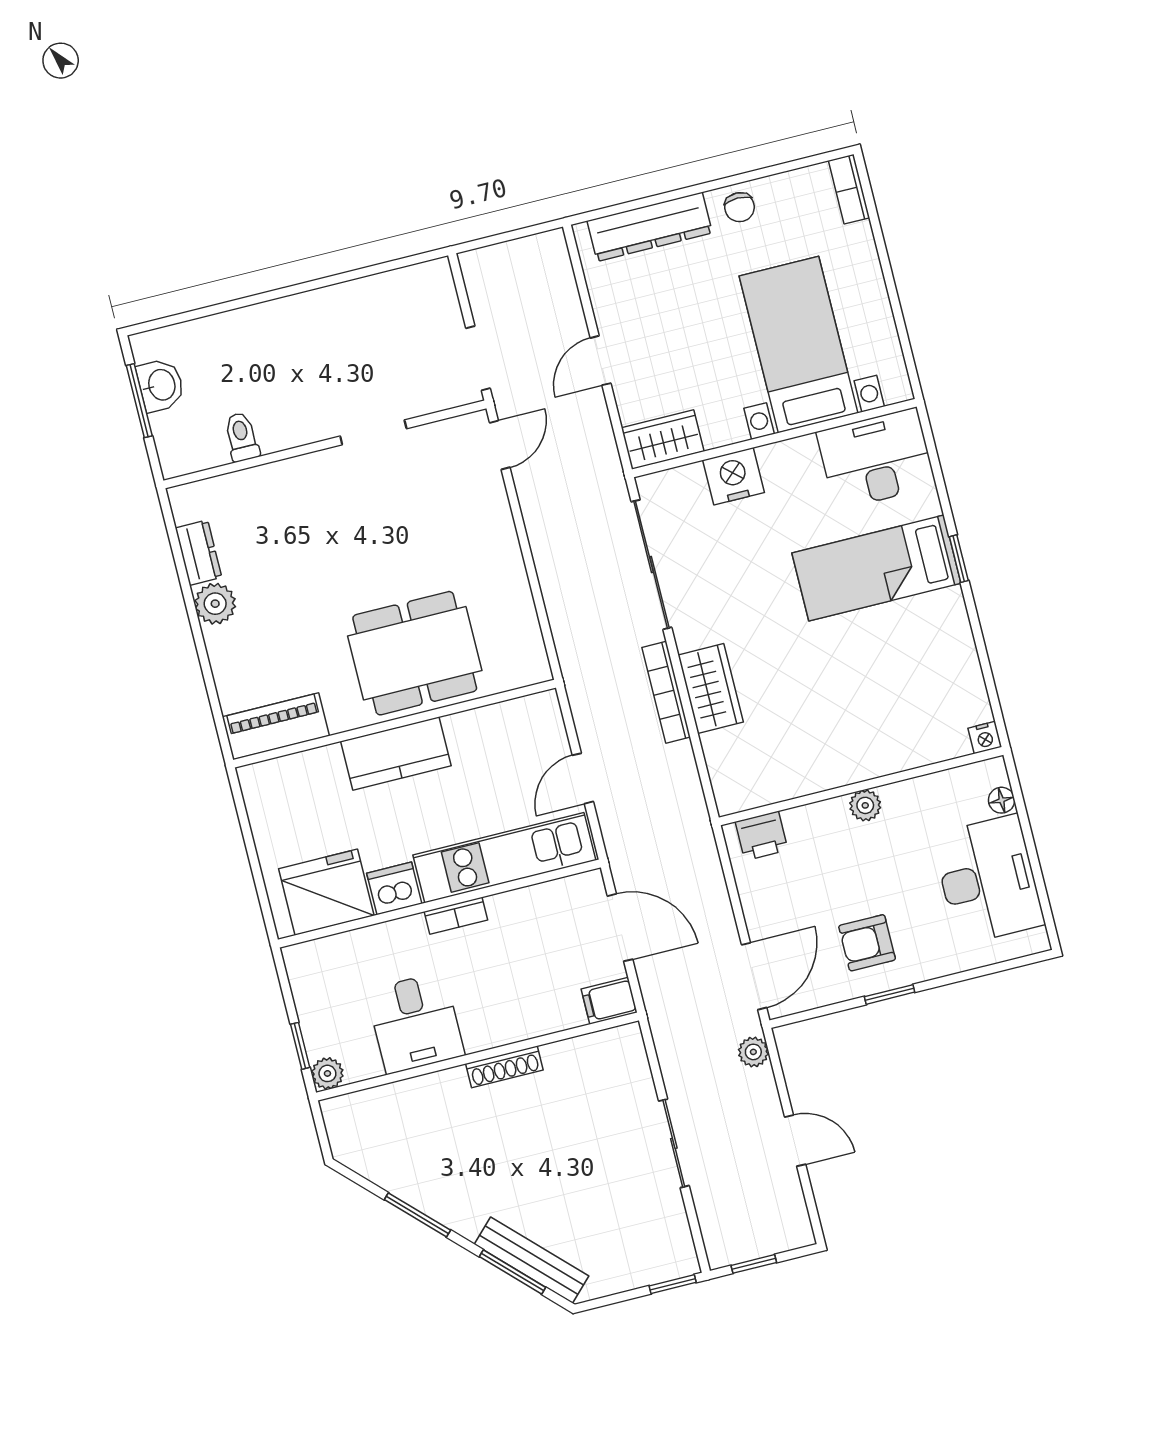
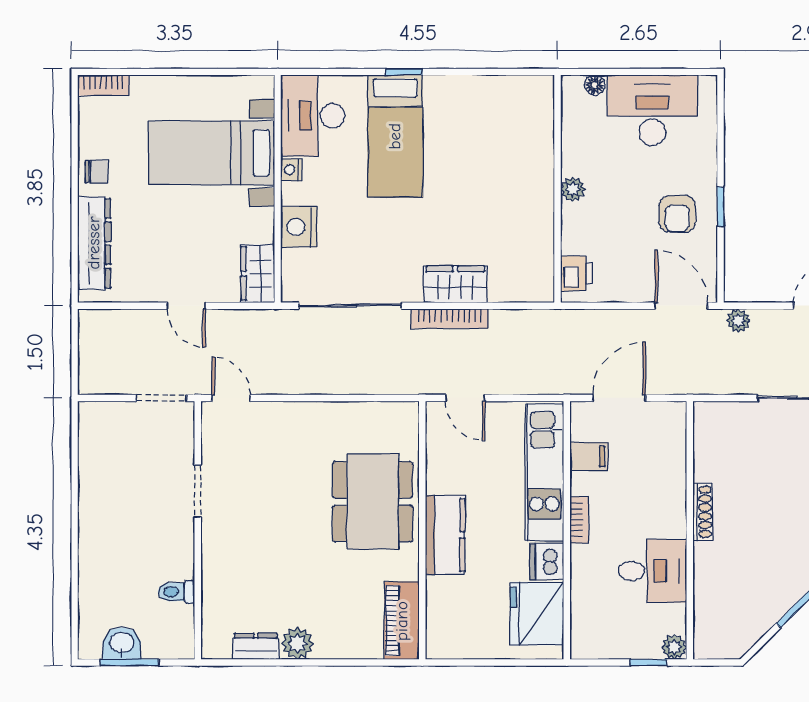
nightstand: (985, 738) -> (291, 170), moved, turned 180
door: (583, 778) -> (465, 398), moved
filing cabinet: (609, 1001) -> (589, 456), moved, turned -90

